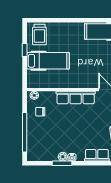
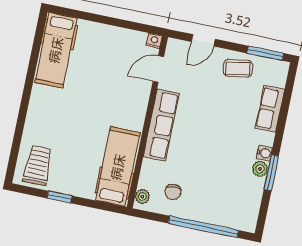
trolley: (39, 34) -> (38, 165), turned -90
hospital bed: (48, 61) -> (118, 167), moved

